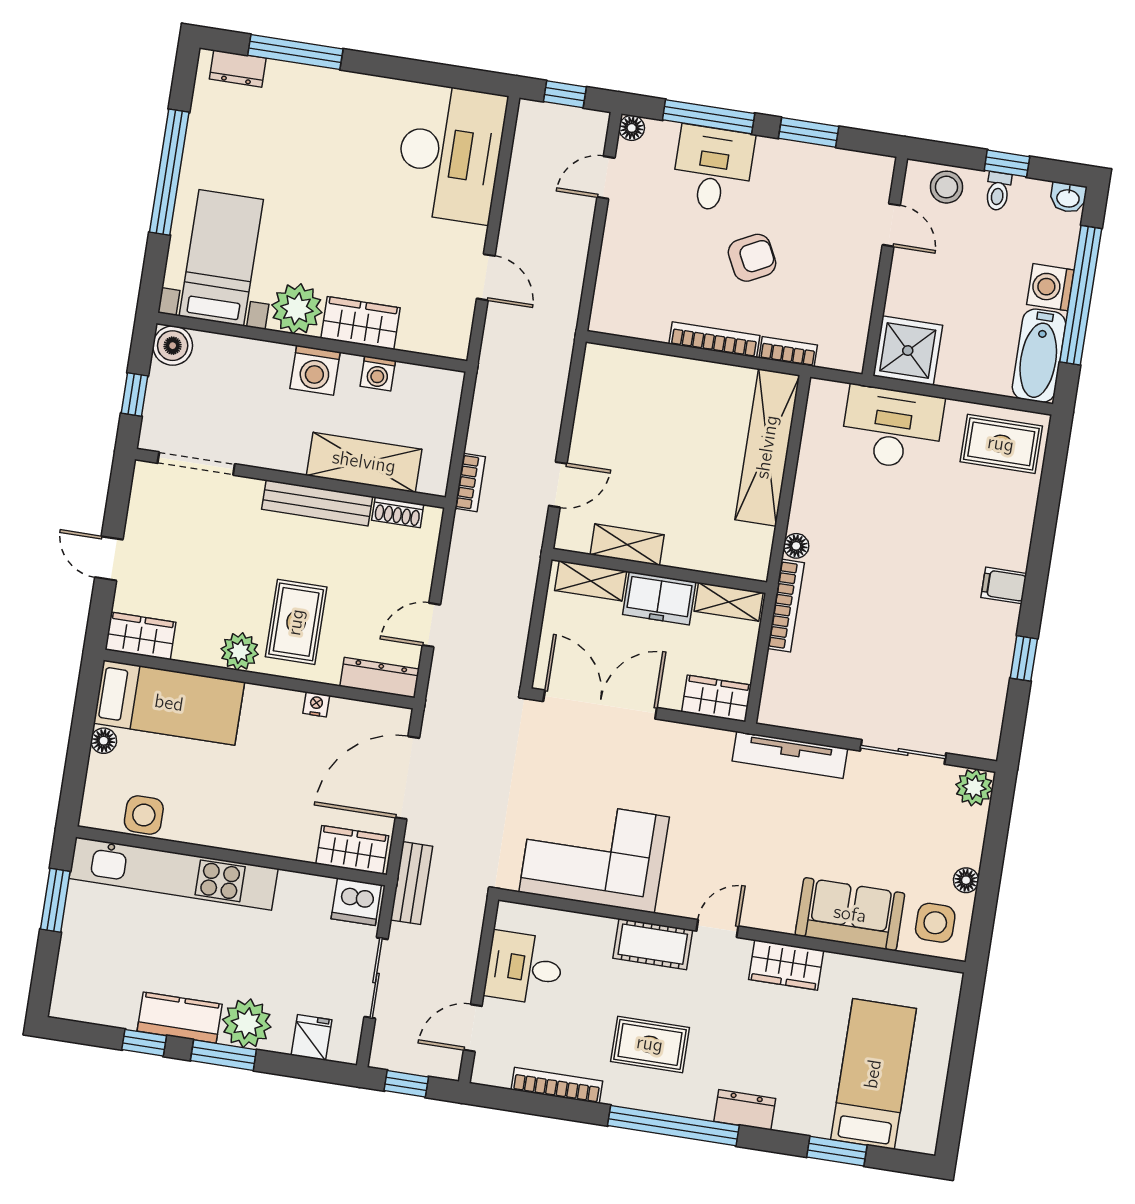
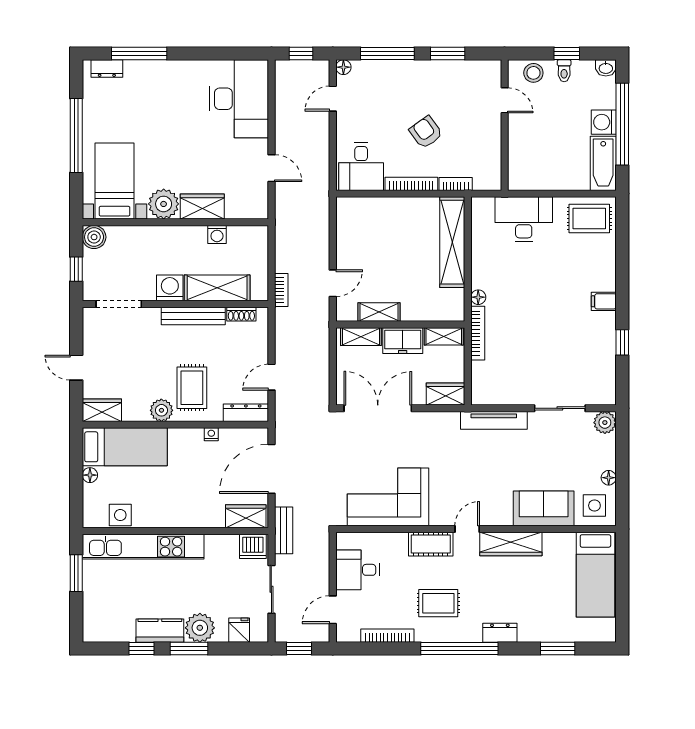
desk: (713, 169) -> (361, 167), moved, turned 180
armchair: (752, 258) -> (426, 132), turned -99
shower: (908, 351) -> (526, 172), removed
washing machine: (315, 370) -> (170, 288), moved, turned 180
wardrobe: (786, 965) -> (511, 544), width x1.50
bed: (873, 1074) -> (595, 575), moved, turned 180

